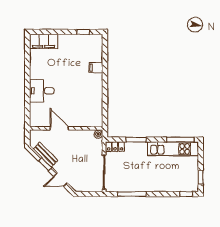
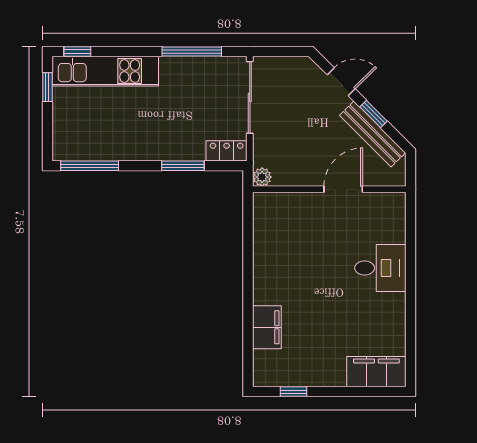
filing cabinet: (96, 68) -> (267, 327), width x2.00
door: (59, 128) -> (343, 189), swing flipped
kitchen unit: (173, 149) -> (105, 71), moved, turned 180
bench: (46, 155) -> (372, 134), width x1.36

